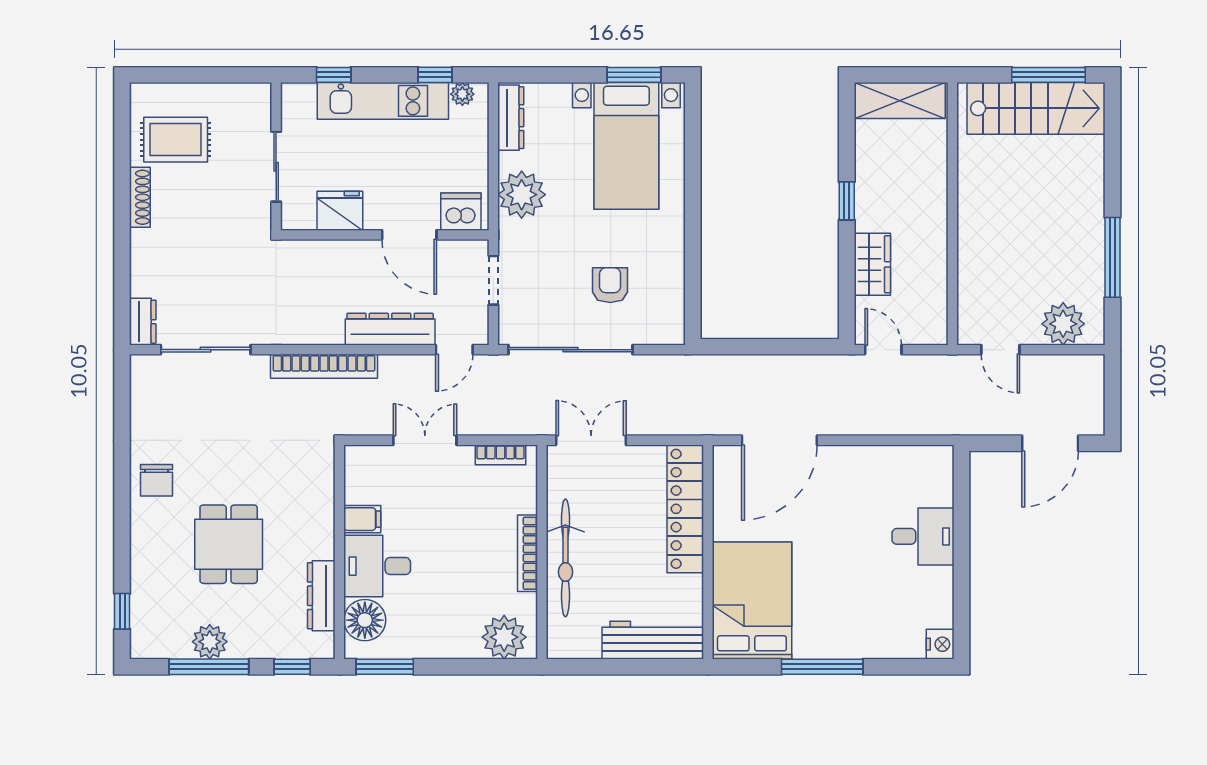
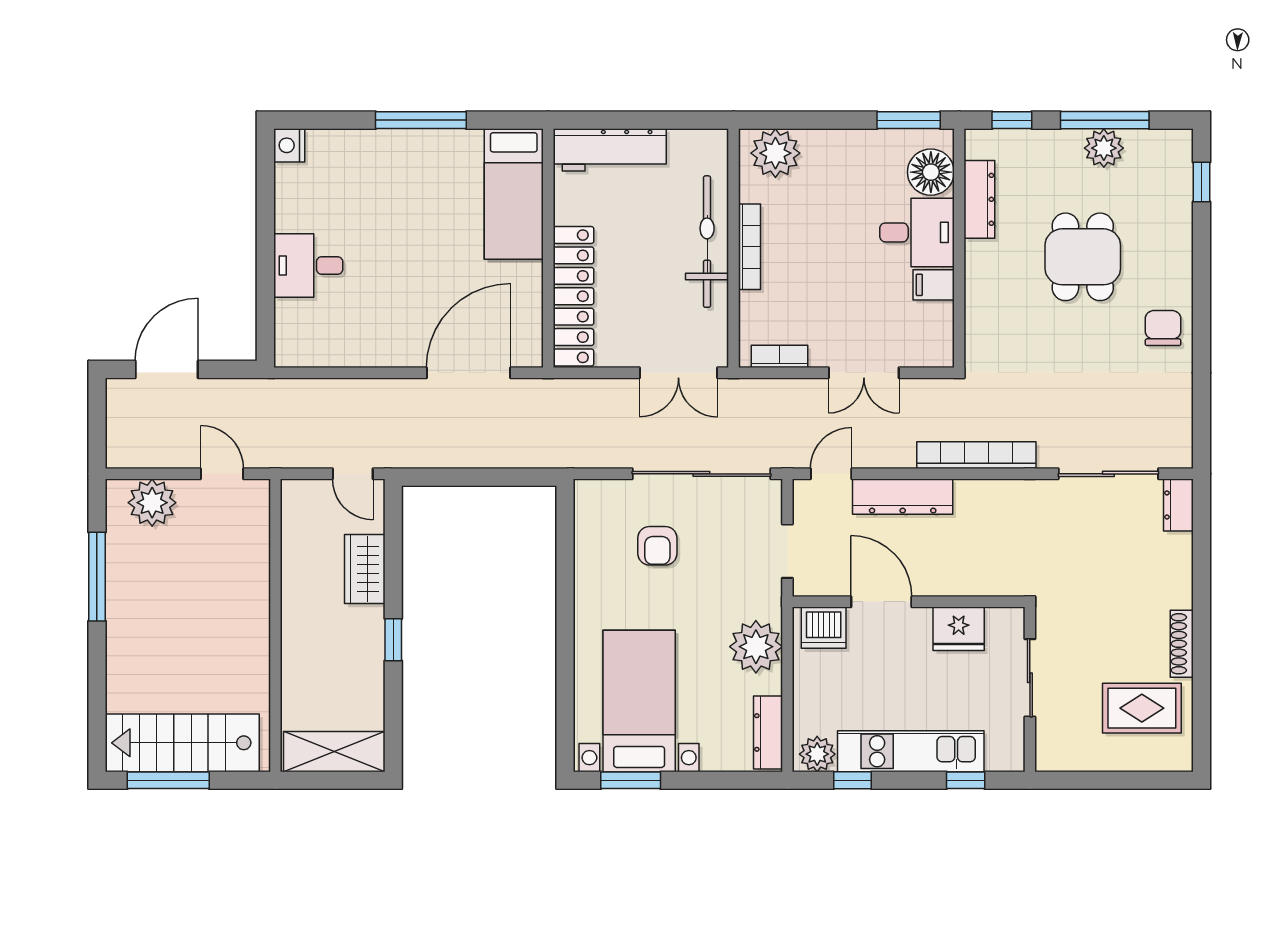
plant: (462, 94) -> (817, 754), width x1.38, depth x1.38
bed: (752, 601) -> (514, 194), width x0.67

